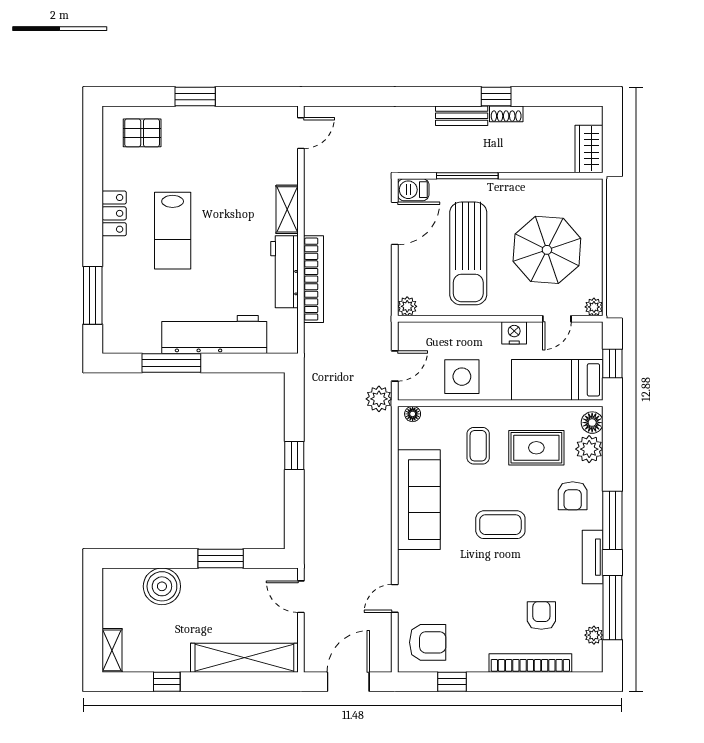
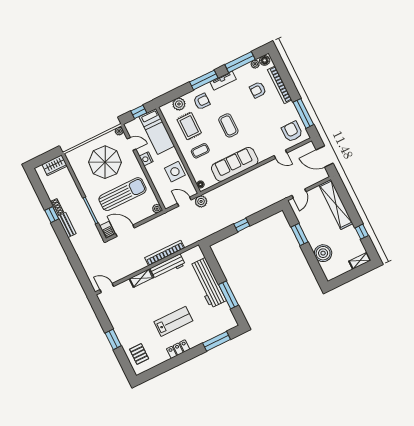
floor lamp: (592, 423) -> (265, 60), moved
window: (452, 682) -> (303, 113), width x2.17

